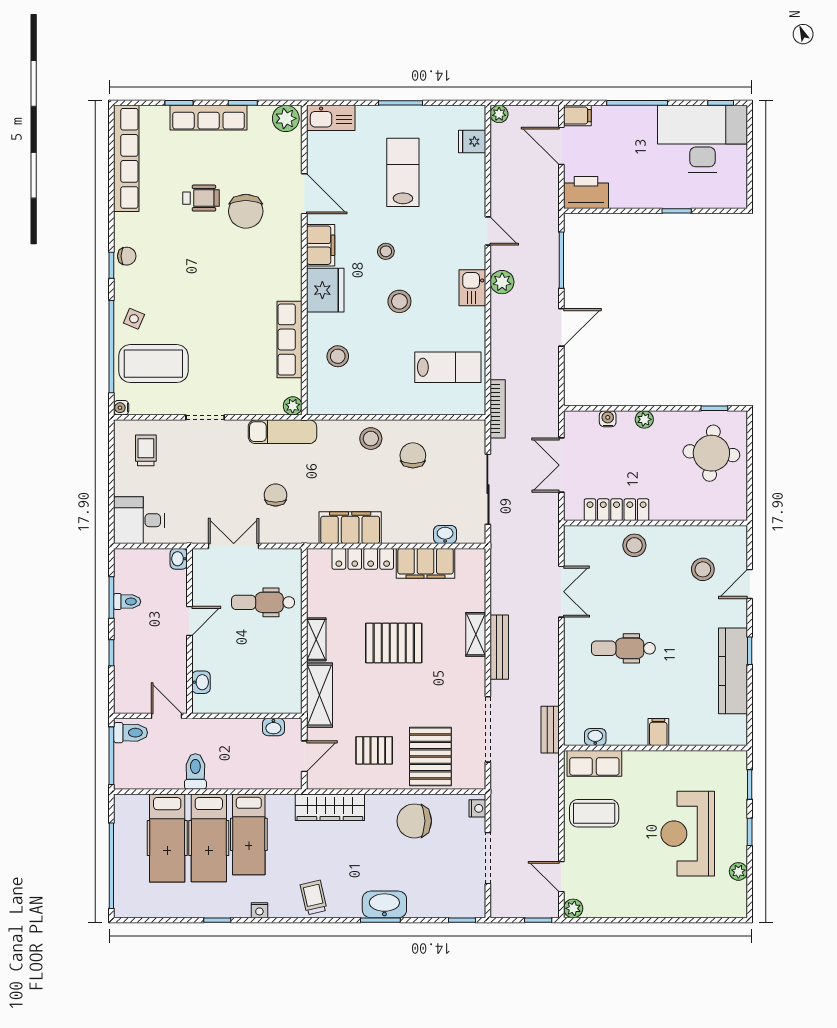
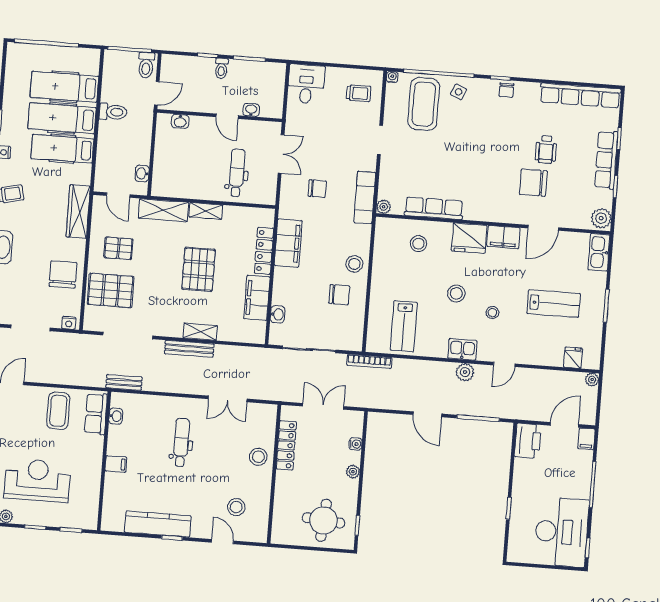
stool: (386, 251) -> (492, 313), moved
washbasin: (179, 559) -> (251, 110), moved
toilet: (127, 602) -> (221, 68), moved
pallet: (374, 750) -> (119, 248), turned 90

